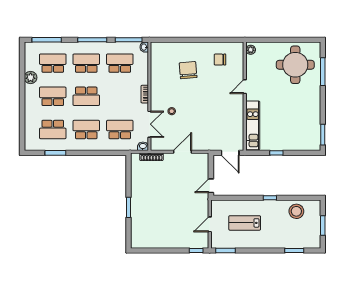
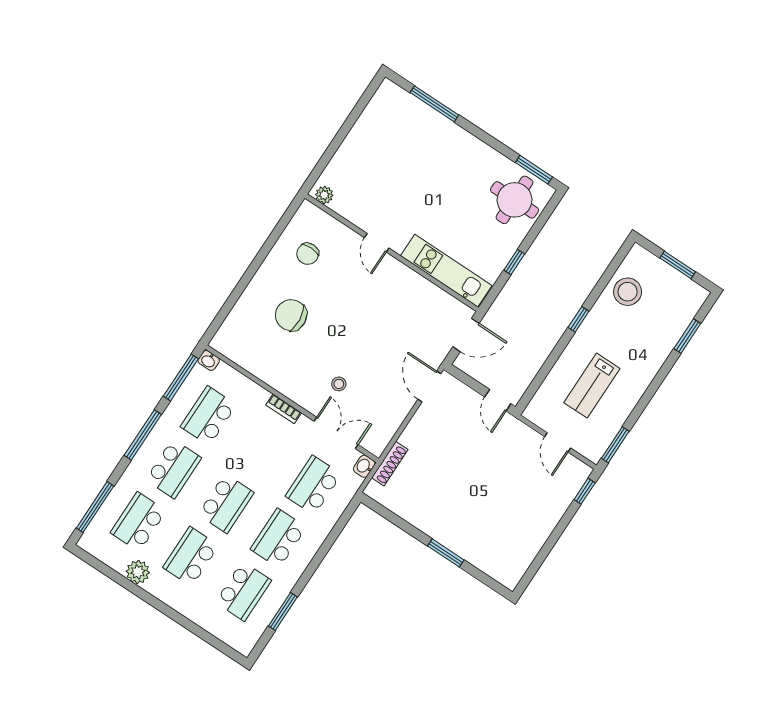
school desk: (86, 63) -> (173, 469), turned 180
round table: (295, 65) -> (515, 200), moved, width x0.73, depth x0.73
door: (183, 152) -> (429, 387), moved

